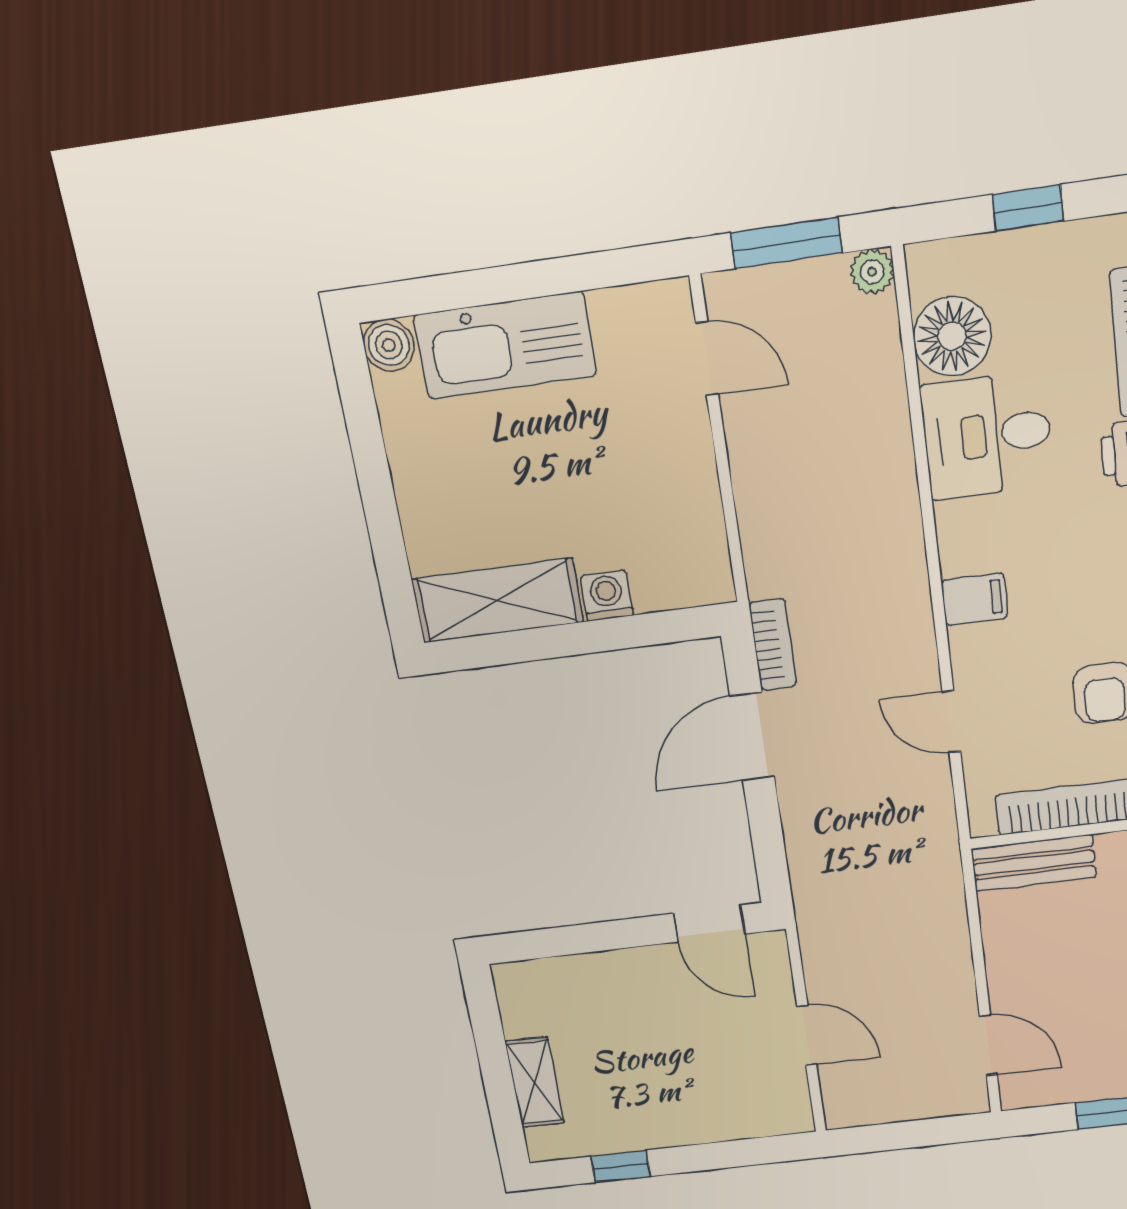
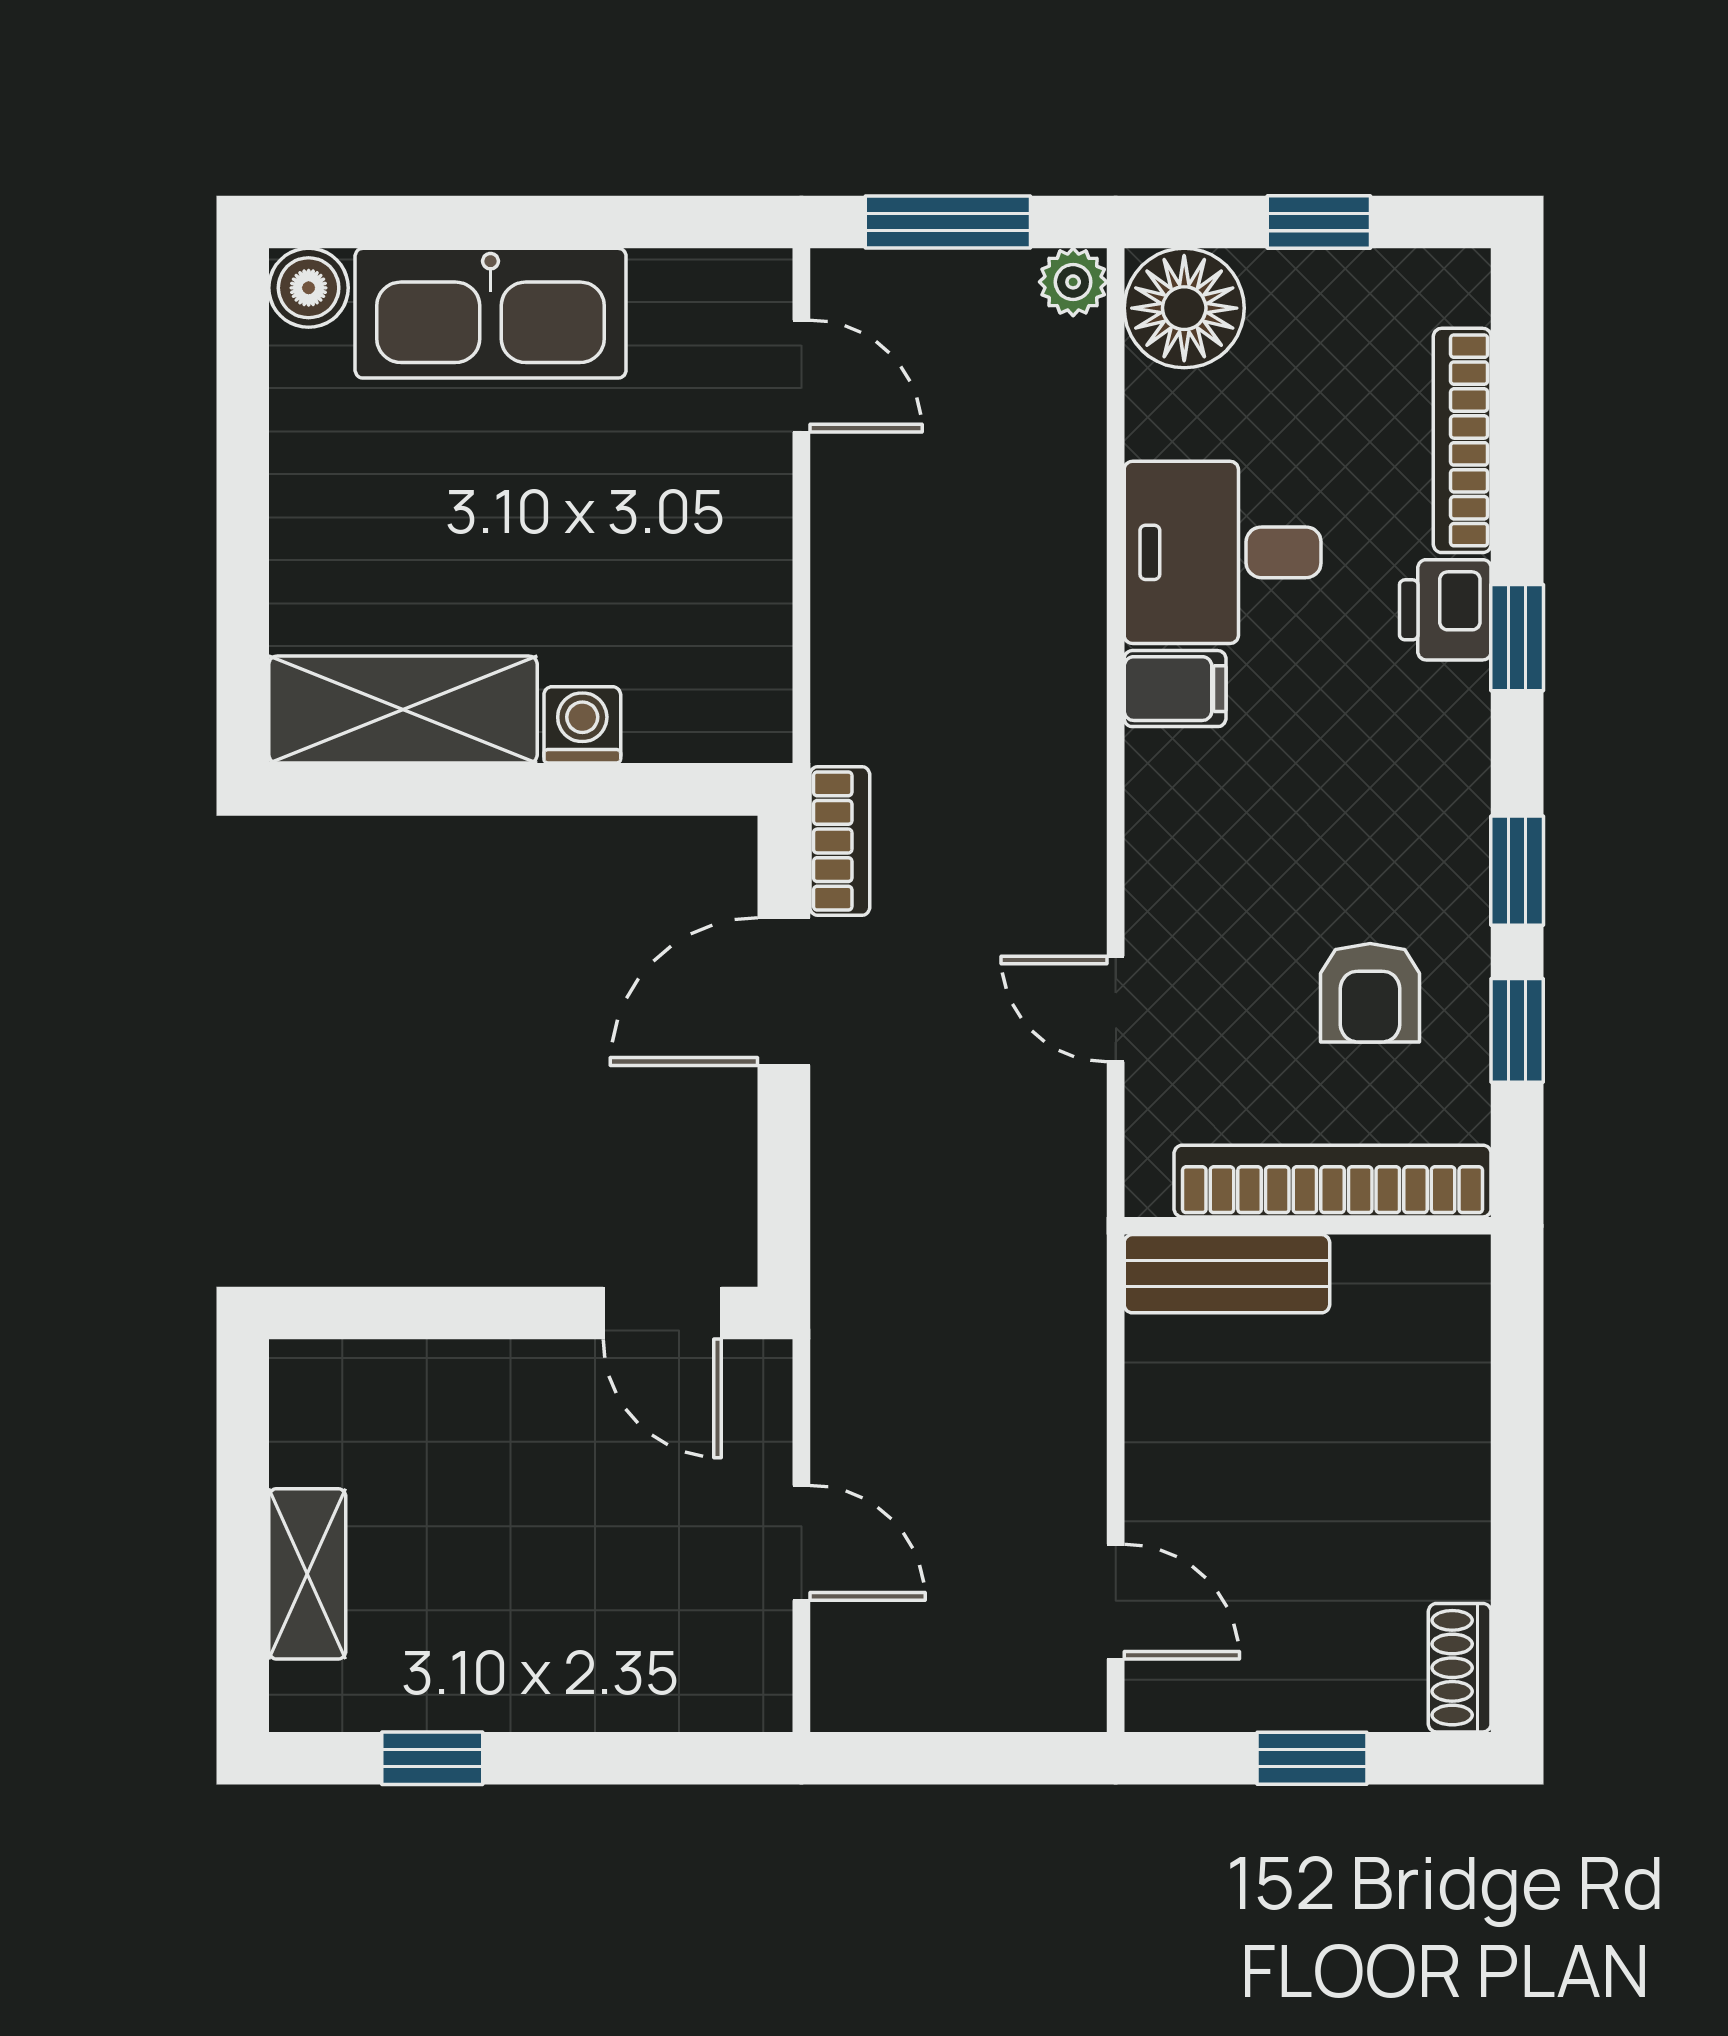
floor lamp: (952, 336) -> (1184, 308), moved
filing cabinet: (974, 599) -> (1175, 689), moved

